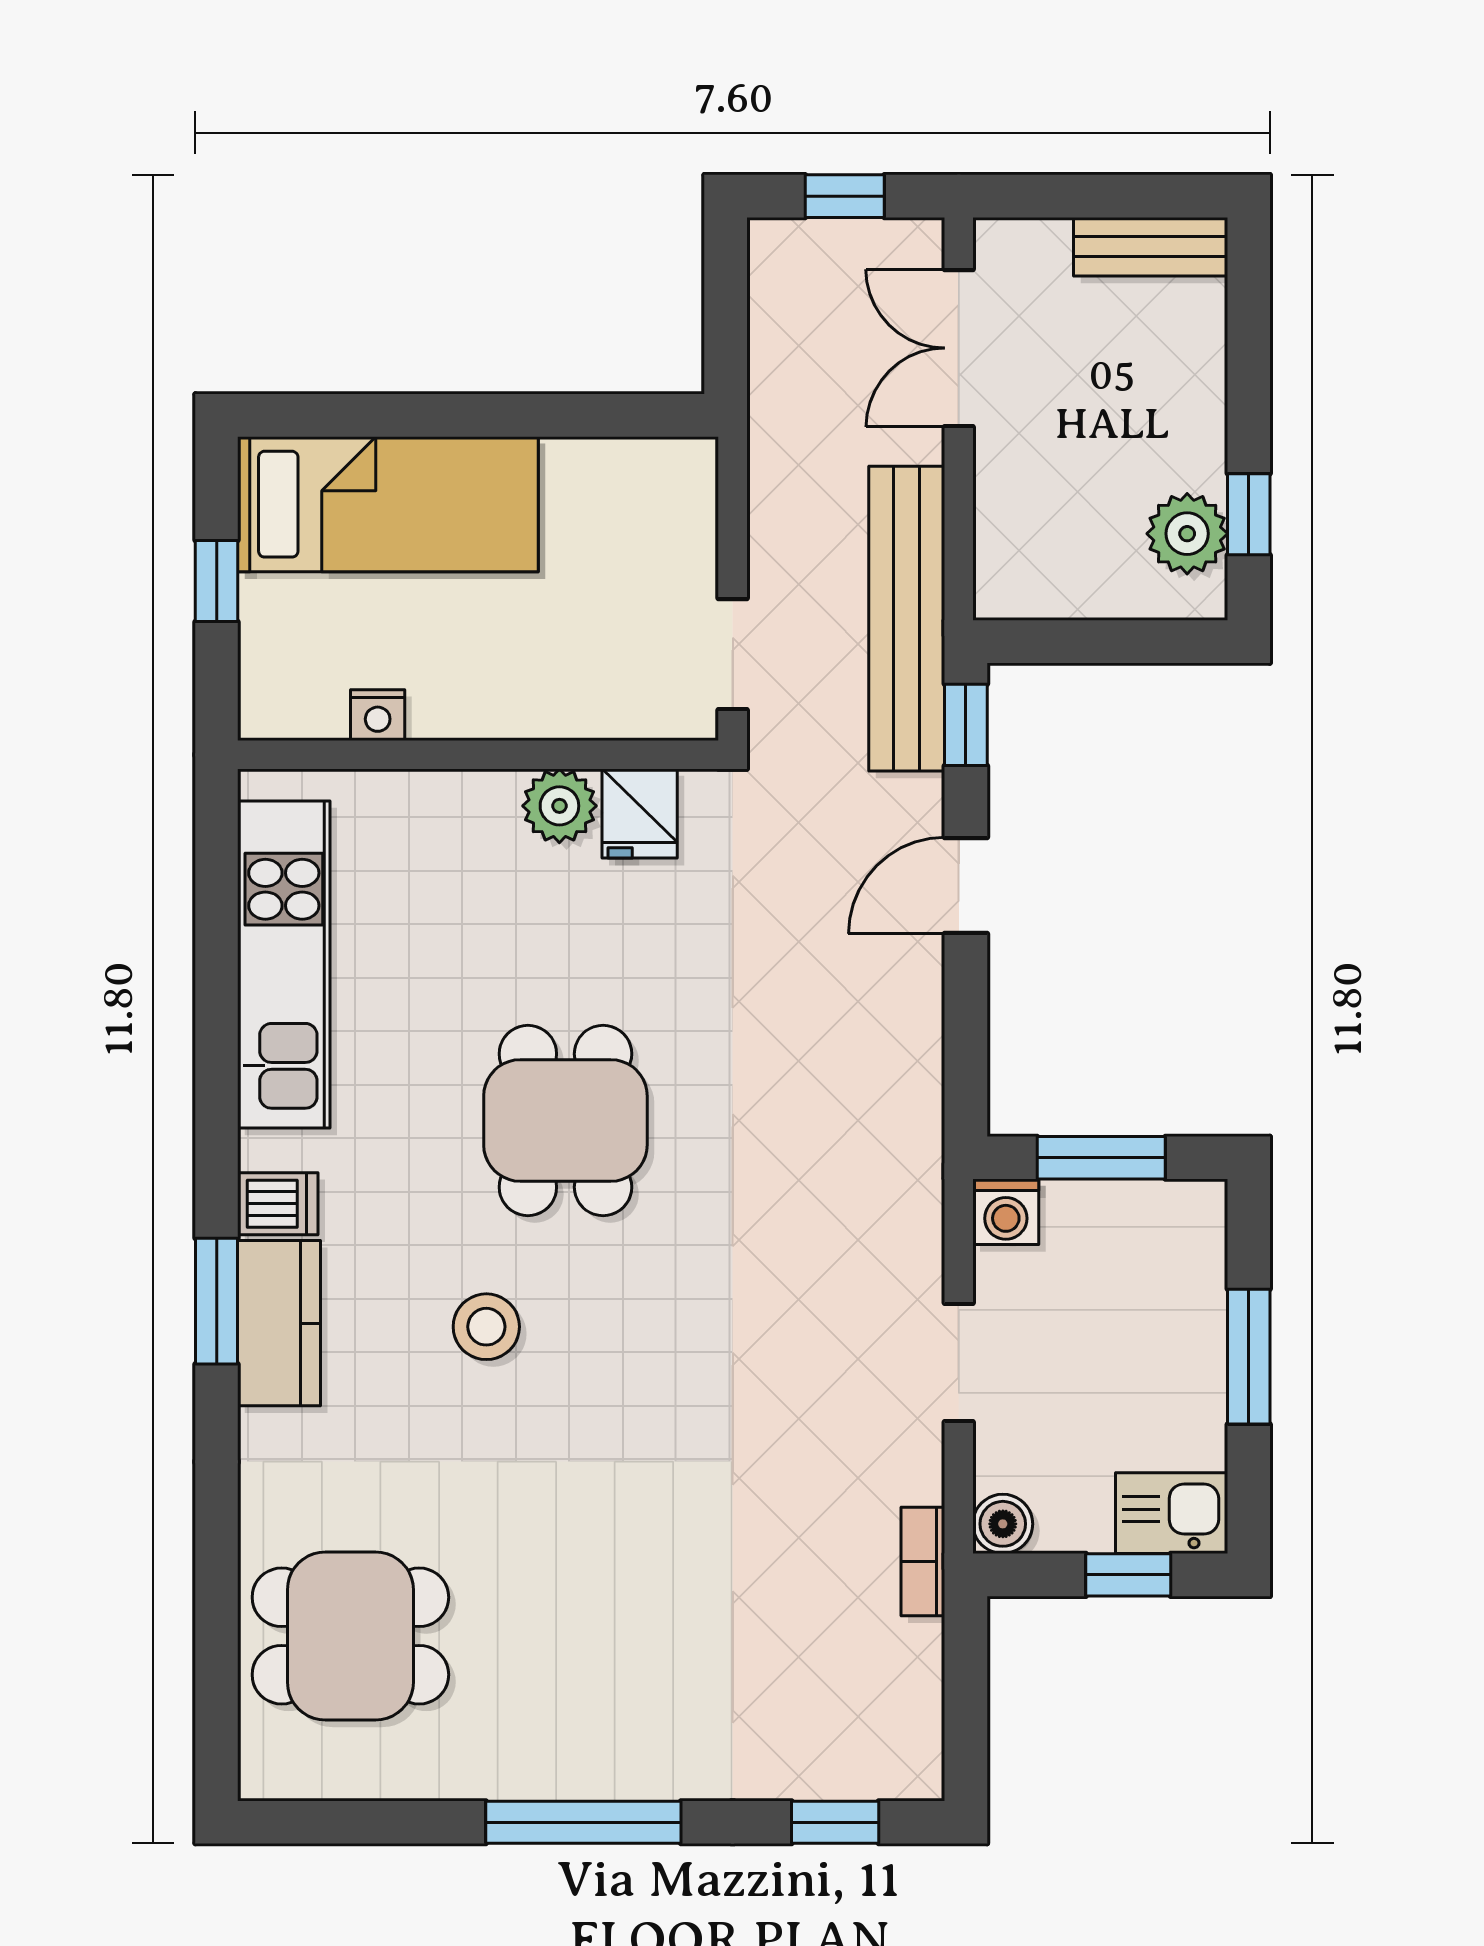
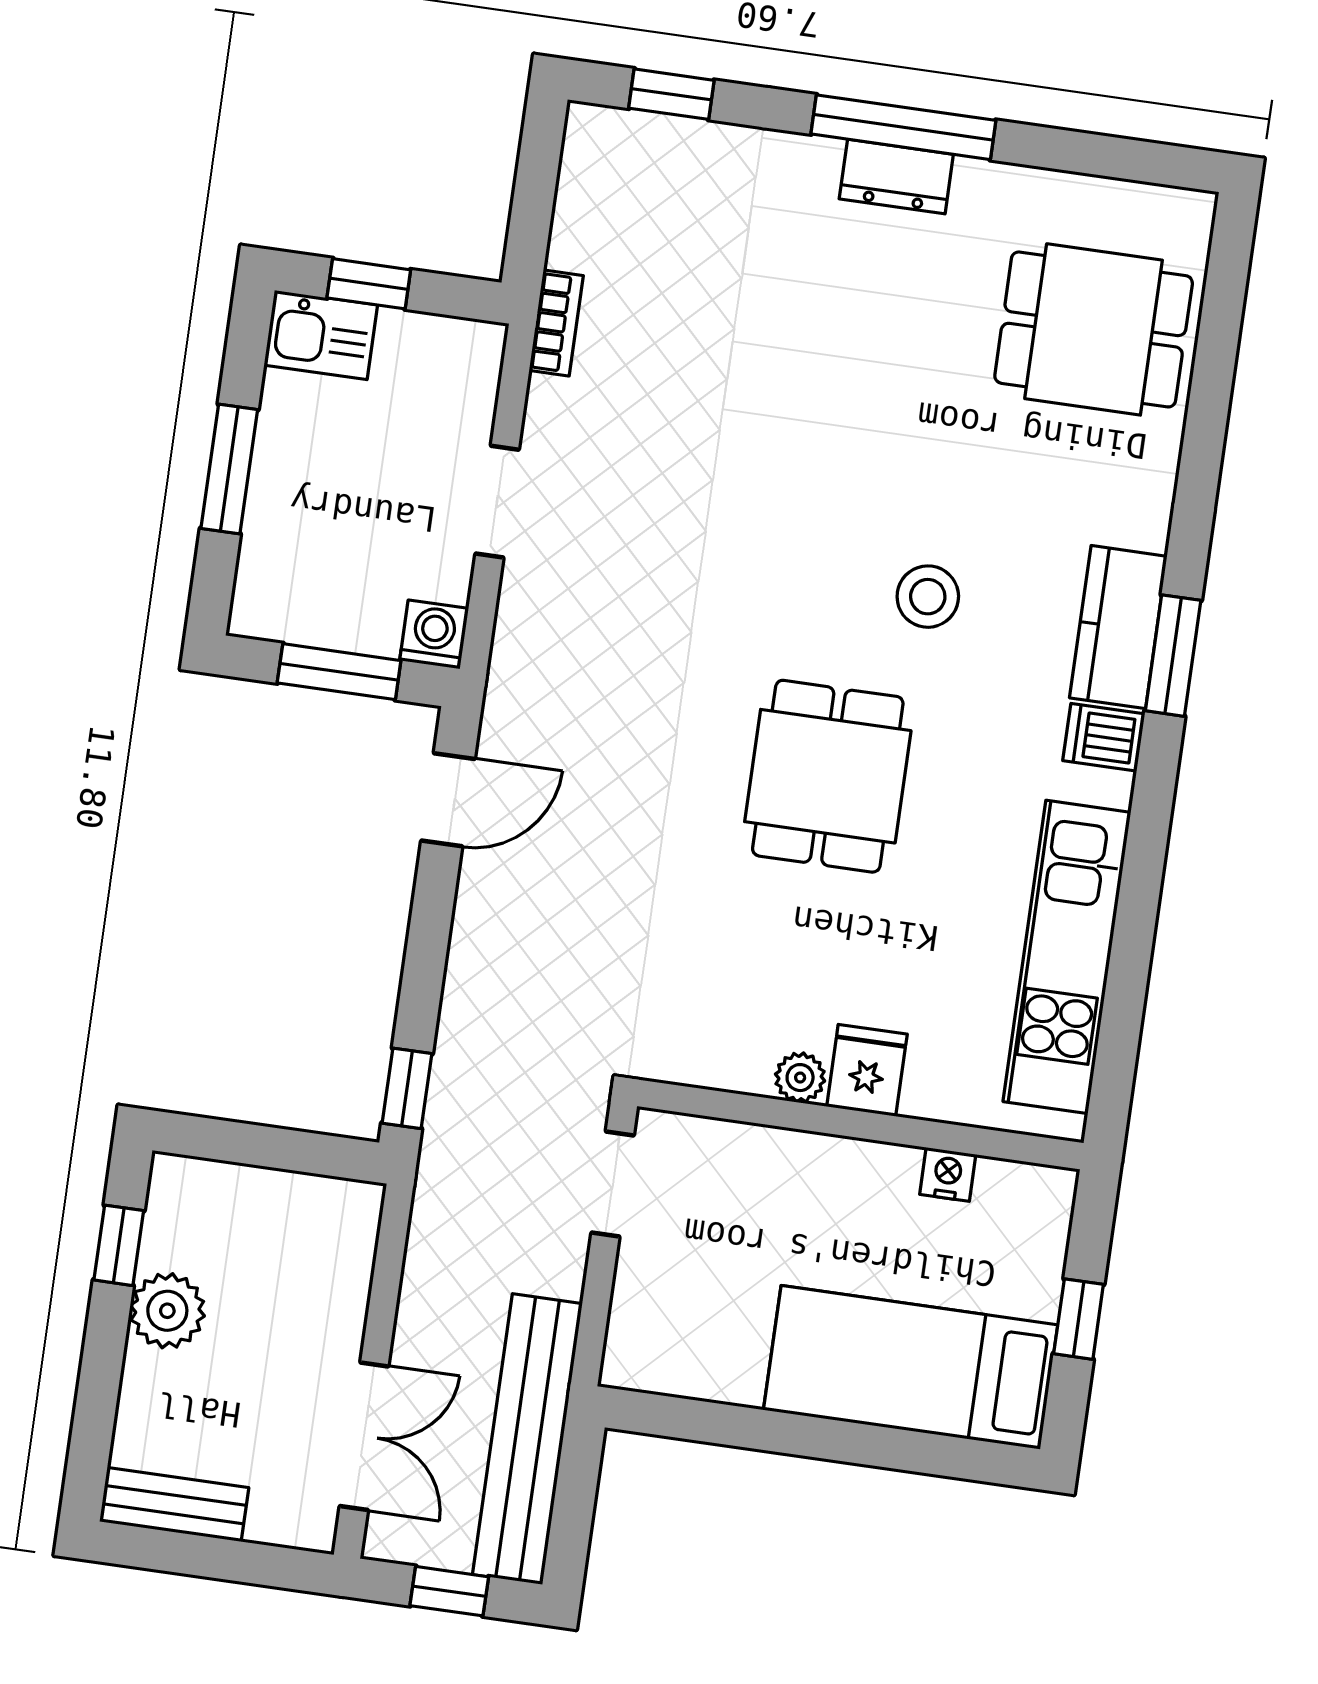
plant: (1187, 534) -> (167, 1311), moved
bench: (907, 619) -> (527, 1439), moved
plant: (559, 806) -> (800, 1078), width x0.73, depth x0.73
fridge: (640, 814) -> (867, 1070), moved
door: (966, 886) -> (448, 800), moved
boiler: (1003, 1524) -> (478, 347), removed
dresser: (583, 1769) -> (896, 177), added

